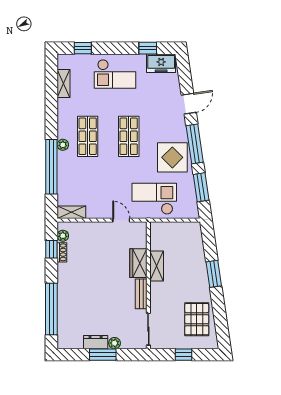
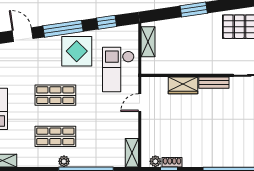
window: (201, 187) -> (107, 22), width x0.67
shelving: (157, 266) -> (148, 42), moved, turned 90

